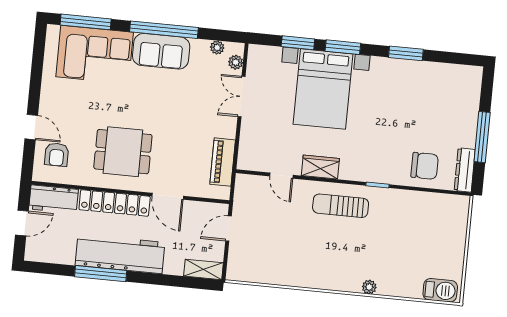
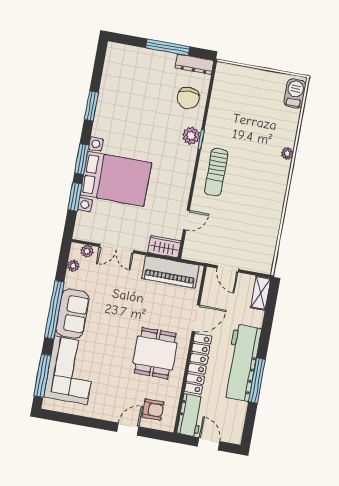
piano: (223, 162) -> (170, 272), width x1.37, depth x1.33
chair: (425, 166) -> (188, 98), turned 180
wardrobe: (320, 167) -> (164, 247), moved, turned 90
plant: (381, 173) -> (191, 136), added

